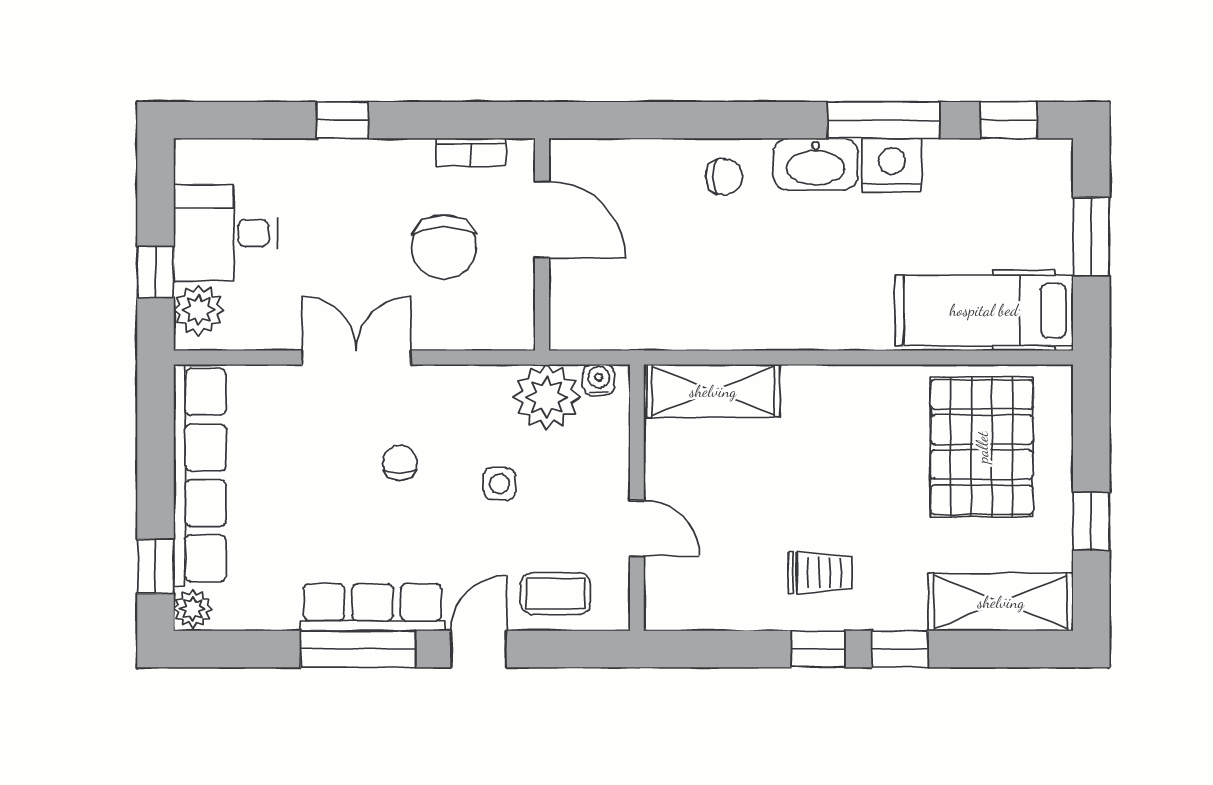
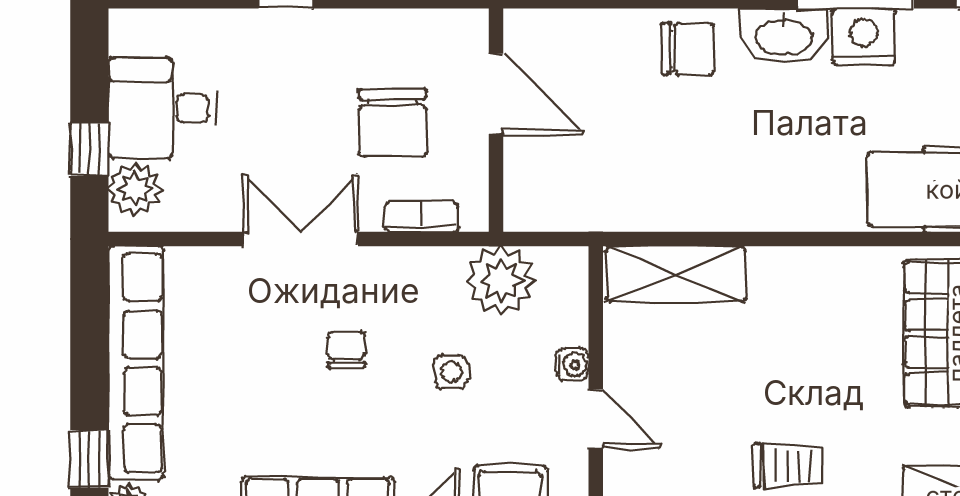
bookcase: (471, 152) -> (421, 217), moved, turned 180
chair: (724, 177) -> (688, 49), width x1.37, depth x1.37
water cooler: (599, 380) -> (572, 365), moved, turned 90

